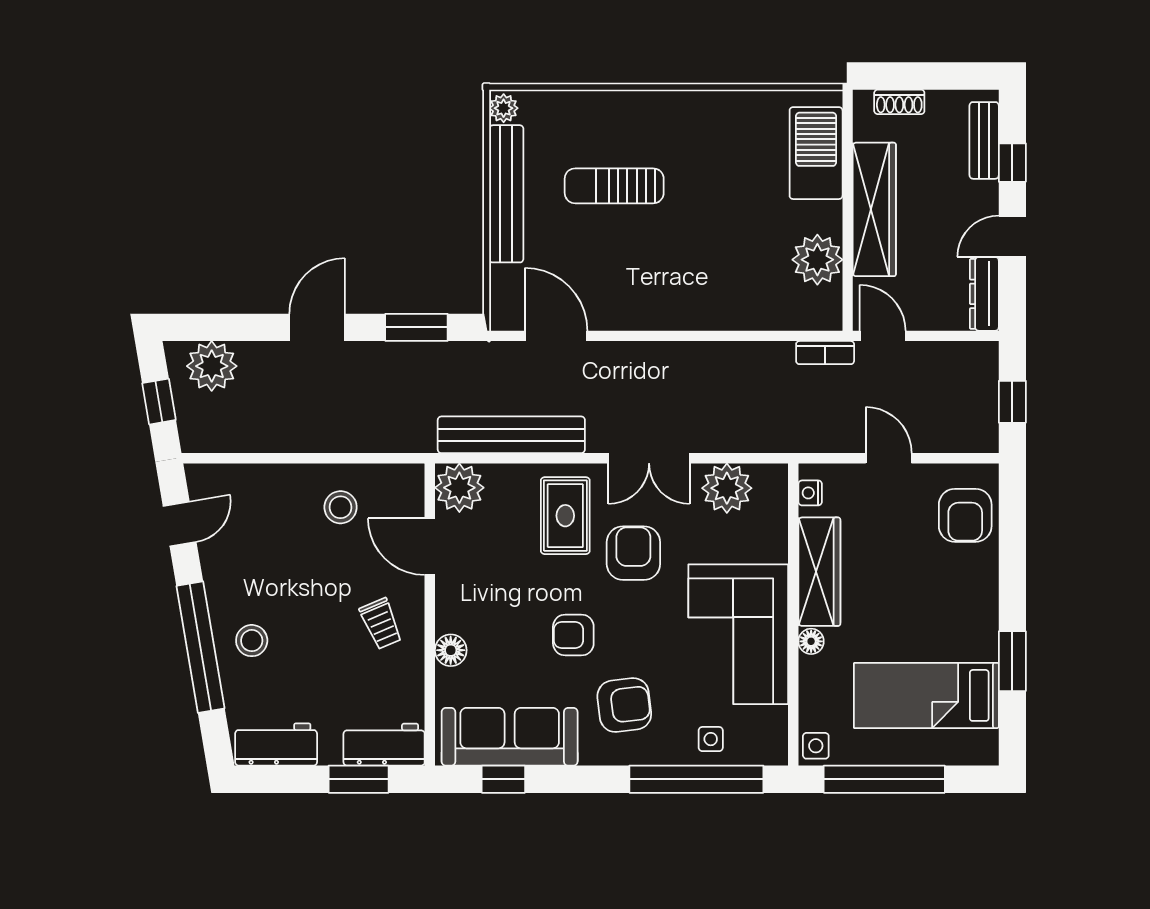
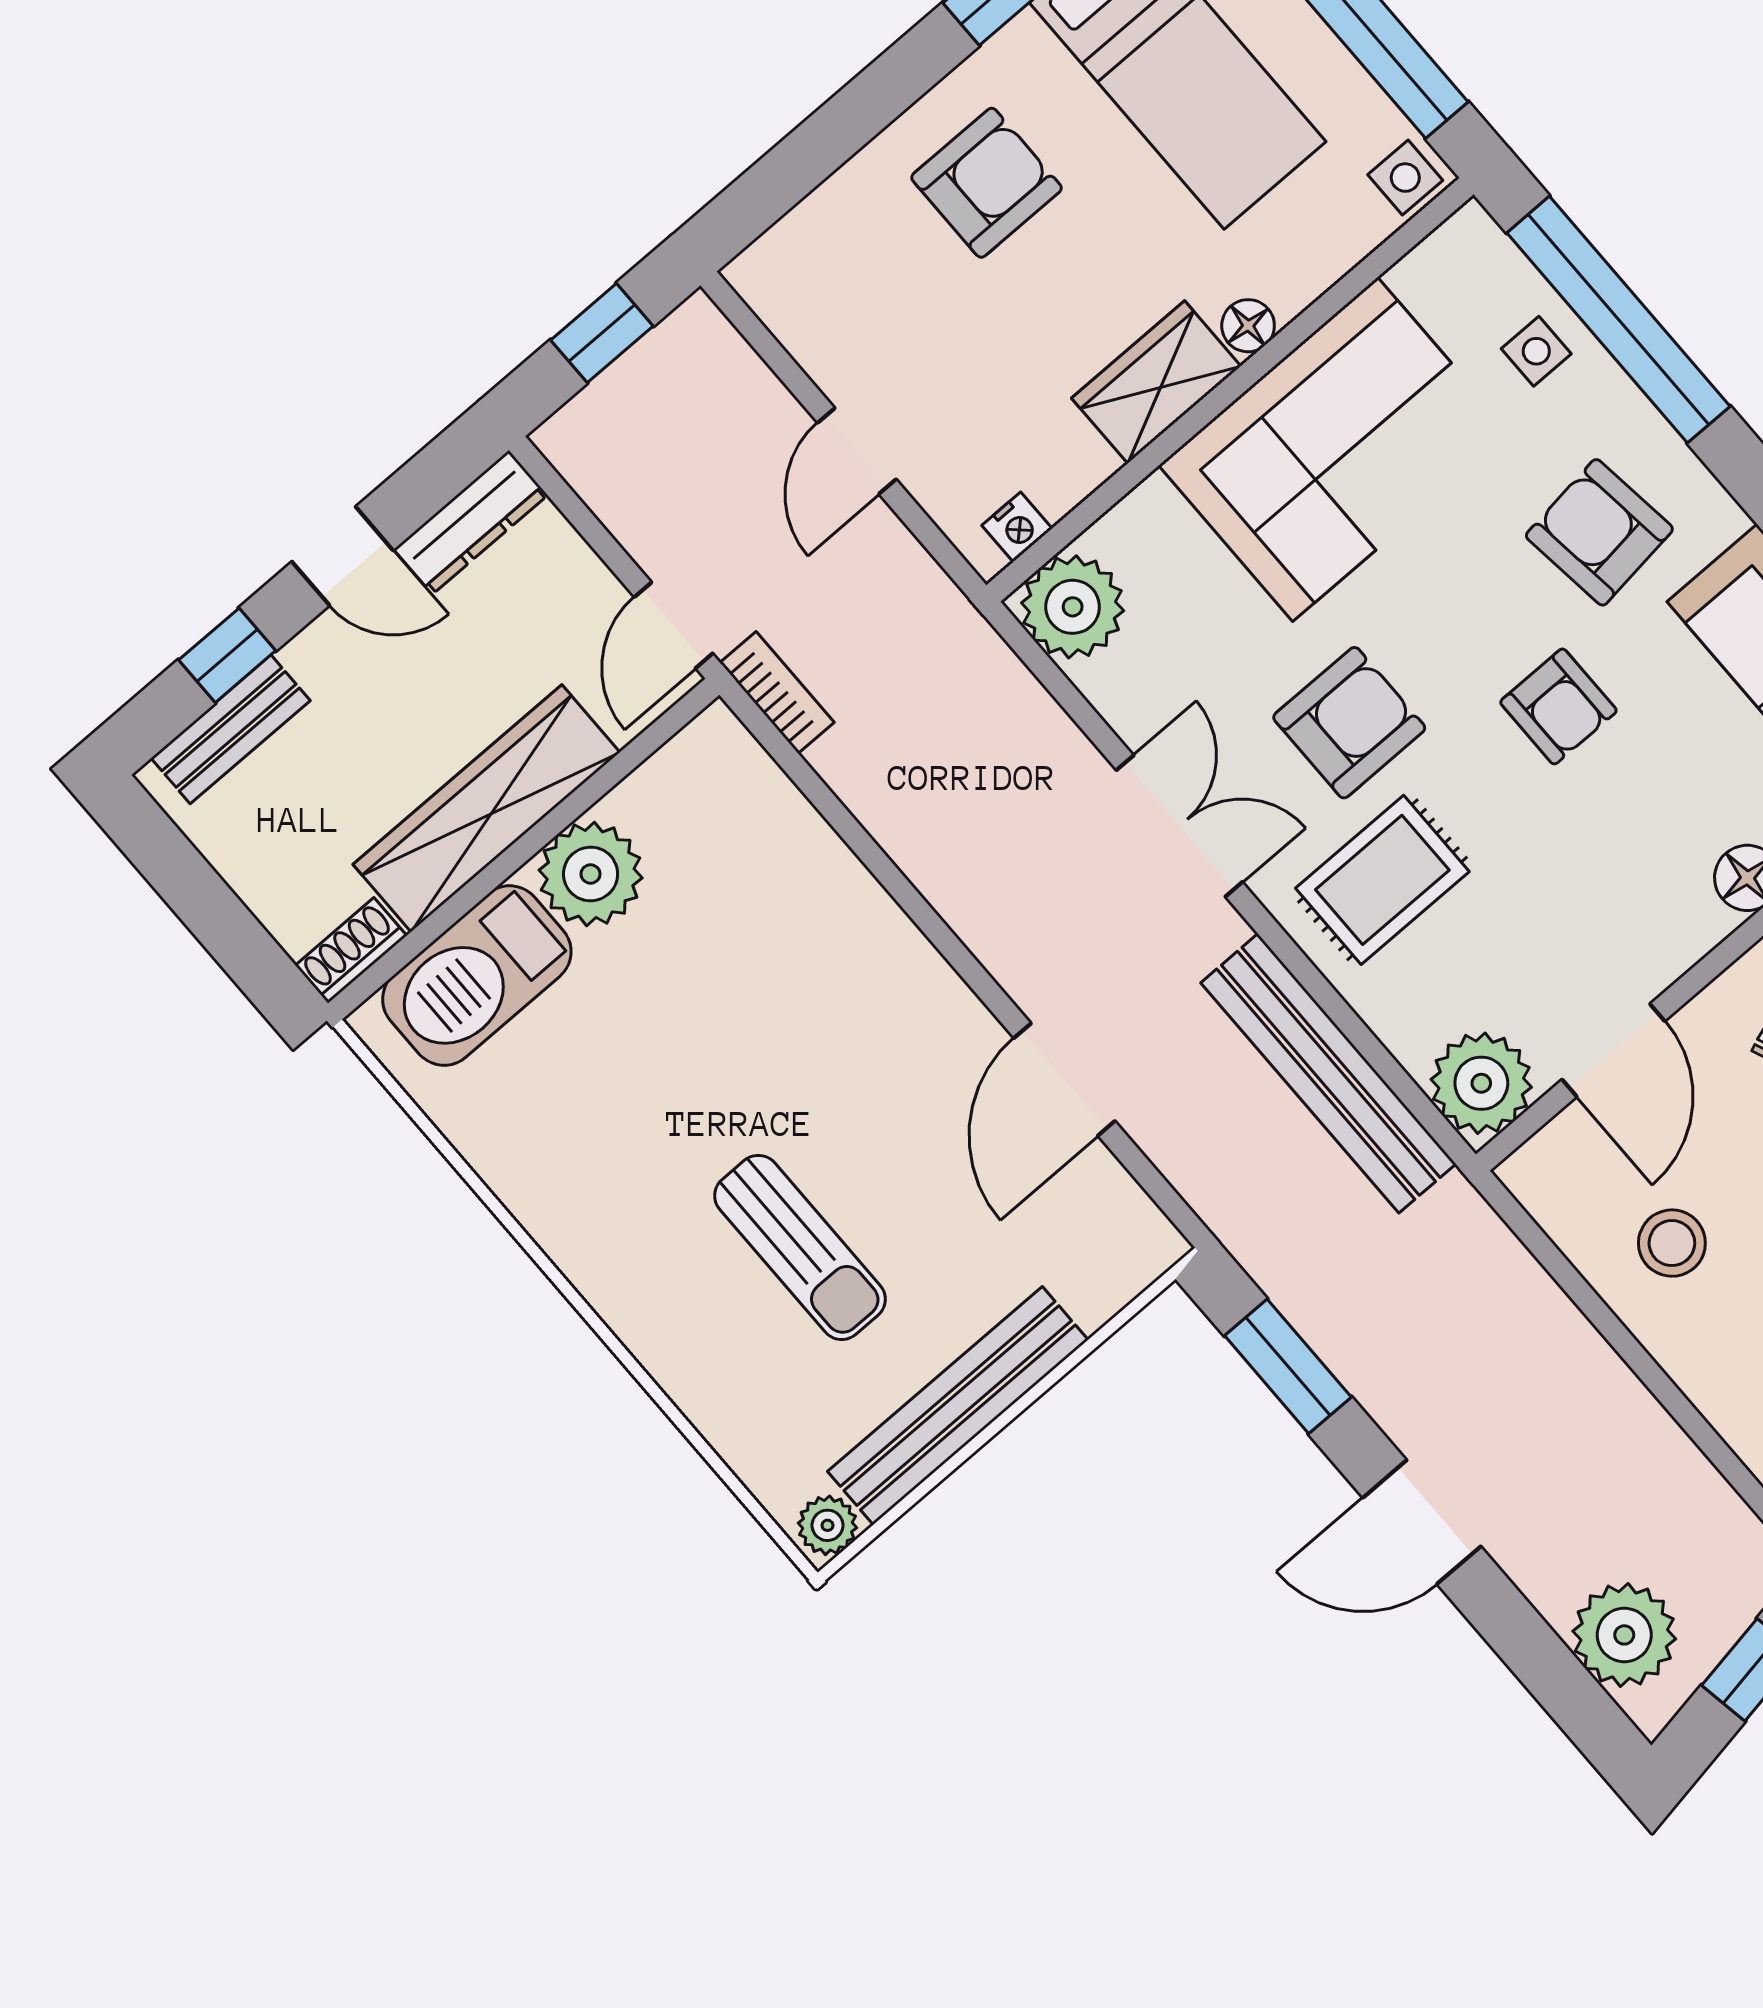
shoe rack: (899, 102) -> (351, 951), moved, turned -90
plant: (817, 260) -> (591, 874), moved
door: (556, 336) -> (1064, 1080), moved
plant: (727, 488) -> (1073, 607), moved
armchair: (965, 515) -> (986, 183), moved
armchair: (633, 553) -> (1349, 723), turned 180
wardrobe: (819, 572) -> (1156, 382), width x0.67

